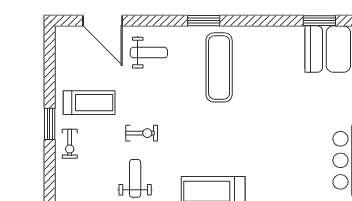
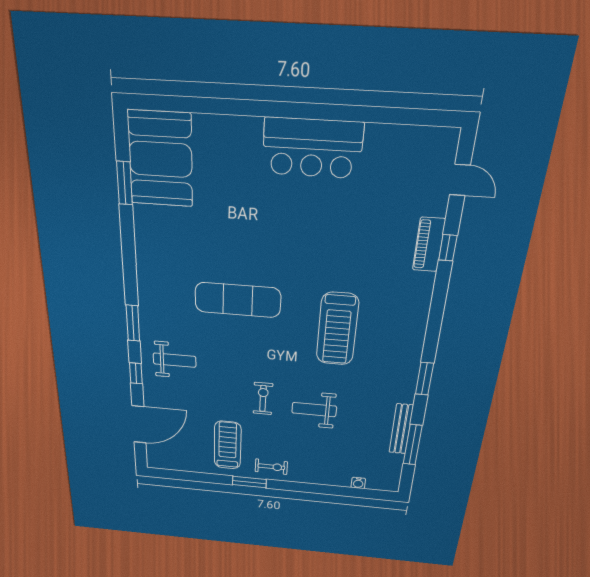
window: (156, 21) -> (136, 373), added
weight bench: (149, 53) -> (175, 360), moved, turned 90
exercise mat: (219, 67) -> (238, 300), moved

